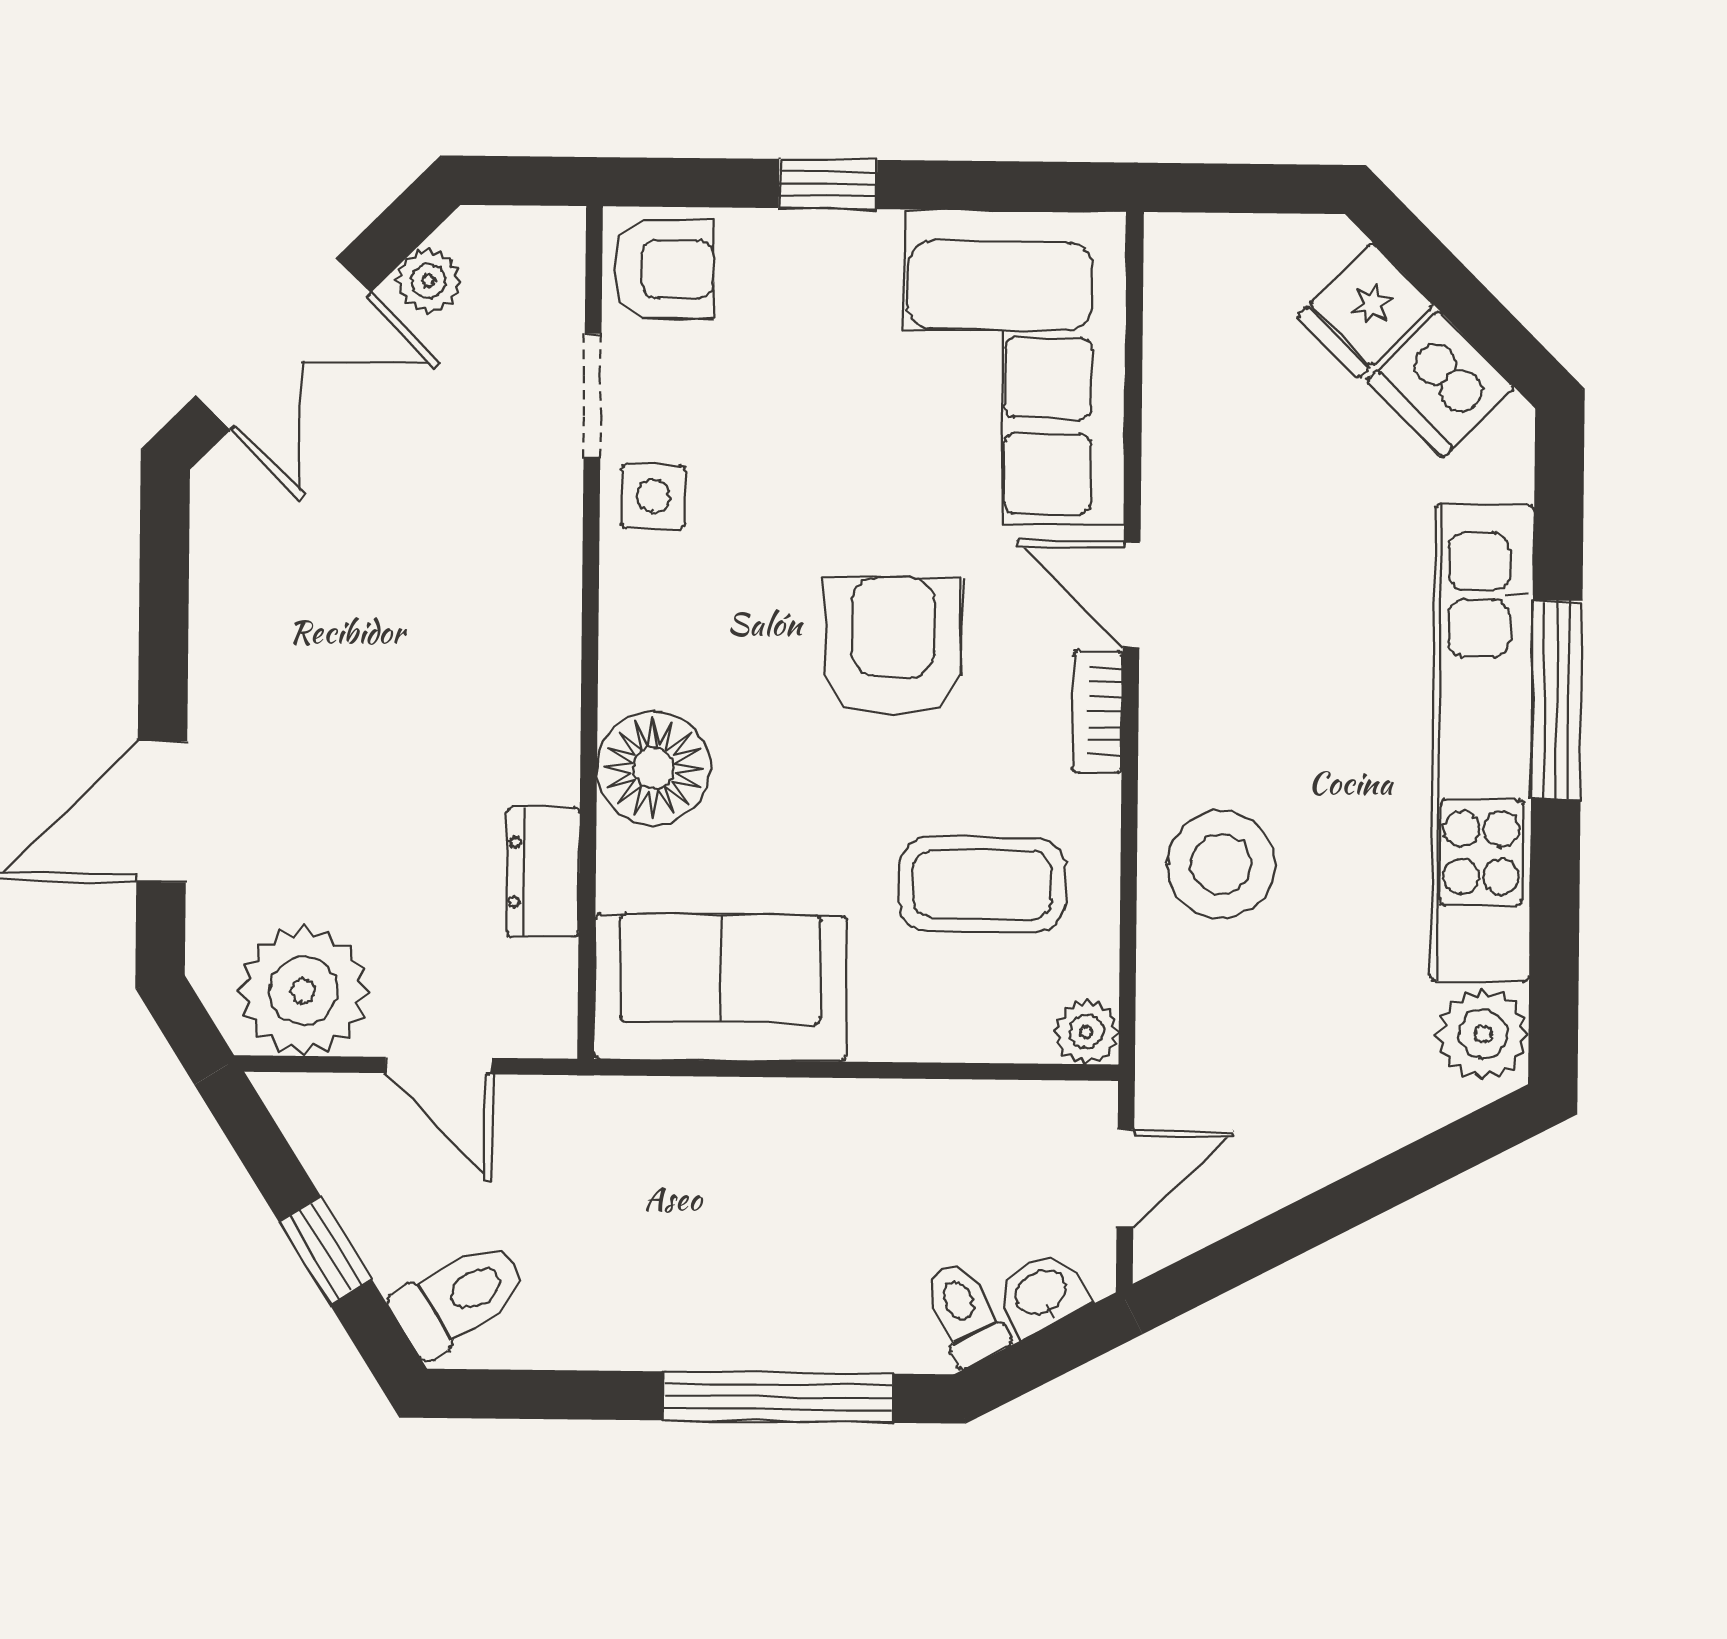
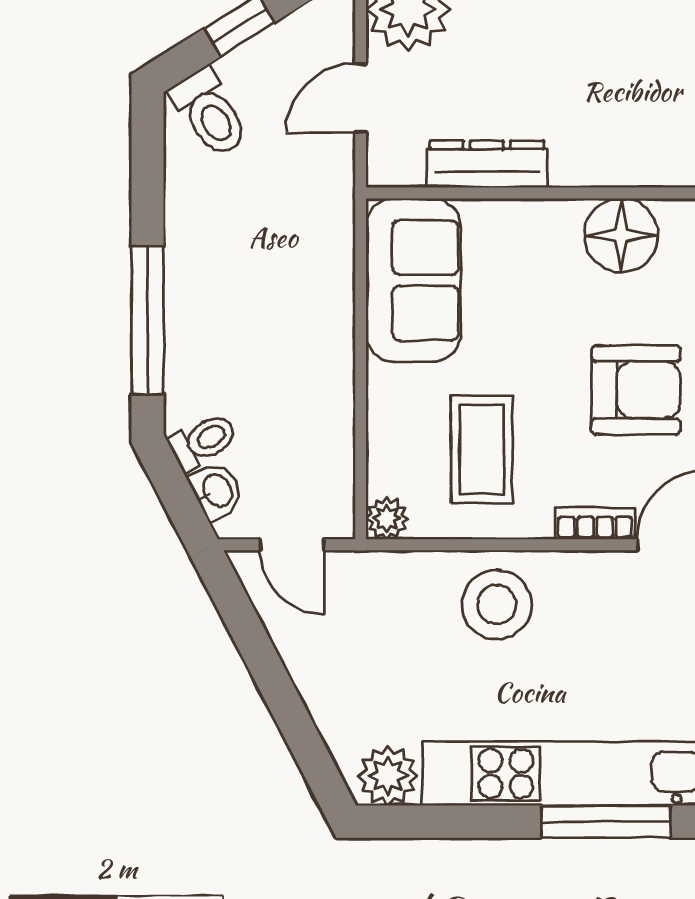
floor lamp: (654, 768) -> (621, 235), moved
dresser: (543, 872) -> (487, 164), width x1.44

